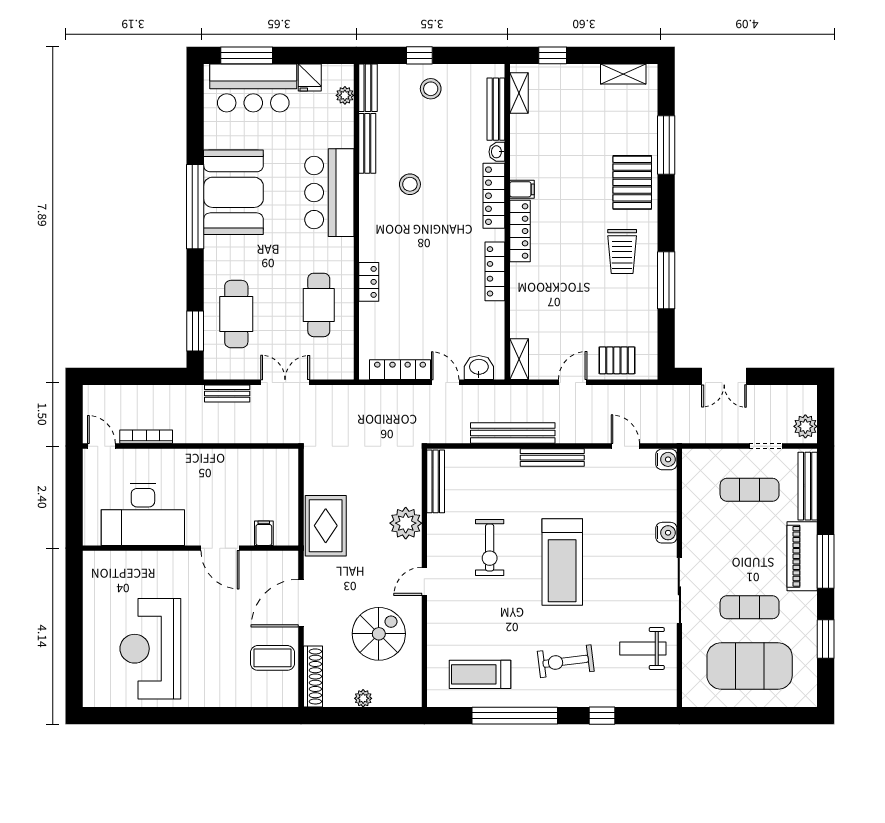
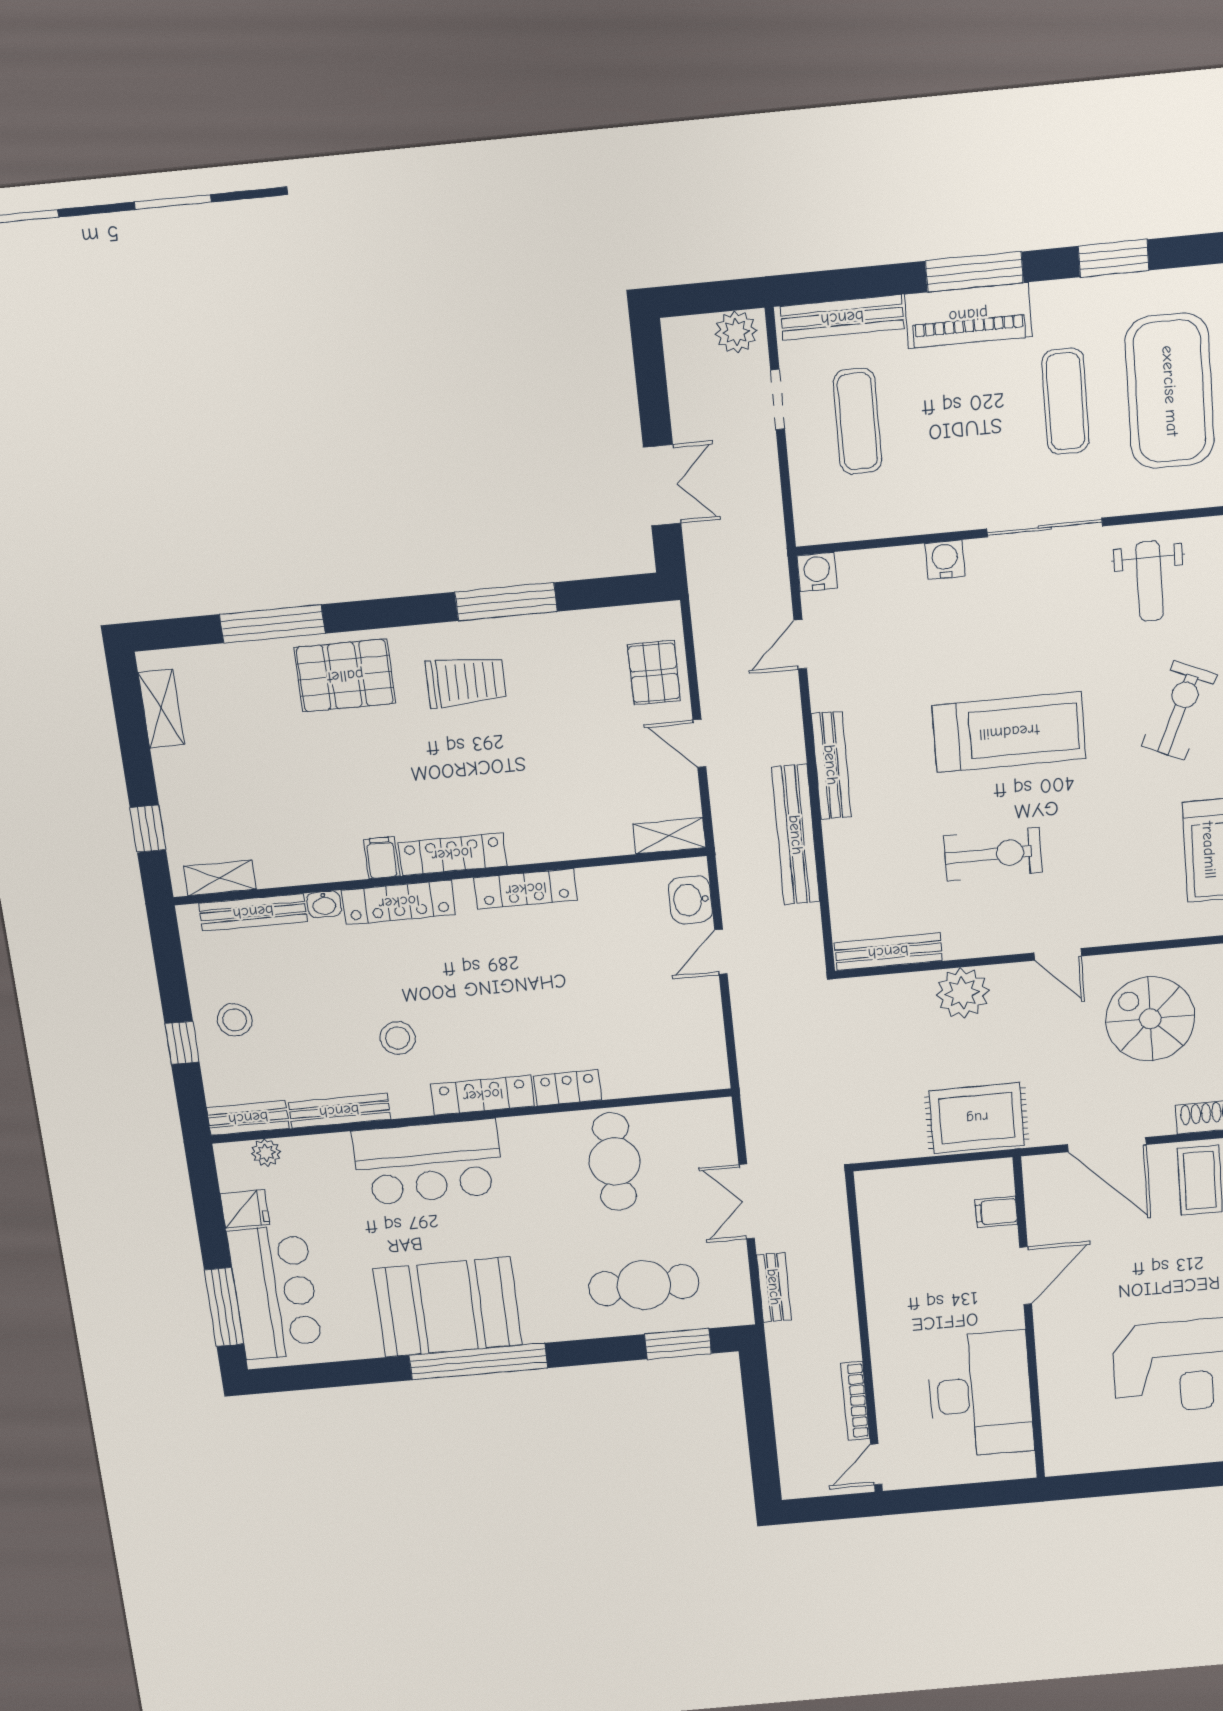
cafe table: (319, 305) -> (615, 1162), turned 90
locker: (400, 370) -> (483, 1095), moved, turned 90
exercise bike: (566, 661) -> (1179, 710), turned -149

